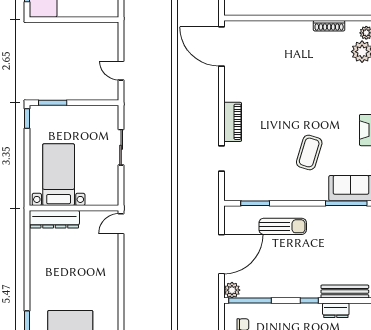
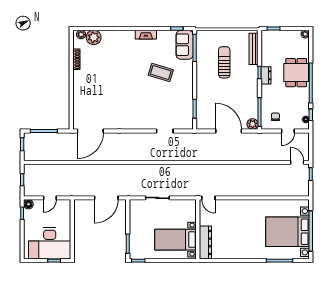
door: (121, 71) -> (106, 198), width x1.87
piano: (233, 122) -> (140, 124), removed
sun lounger: (283, 226) -> (224, 62), moved
dresser: (336, 310) -> (266, 75), moved

